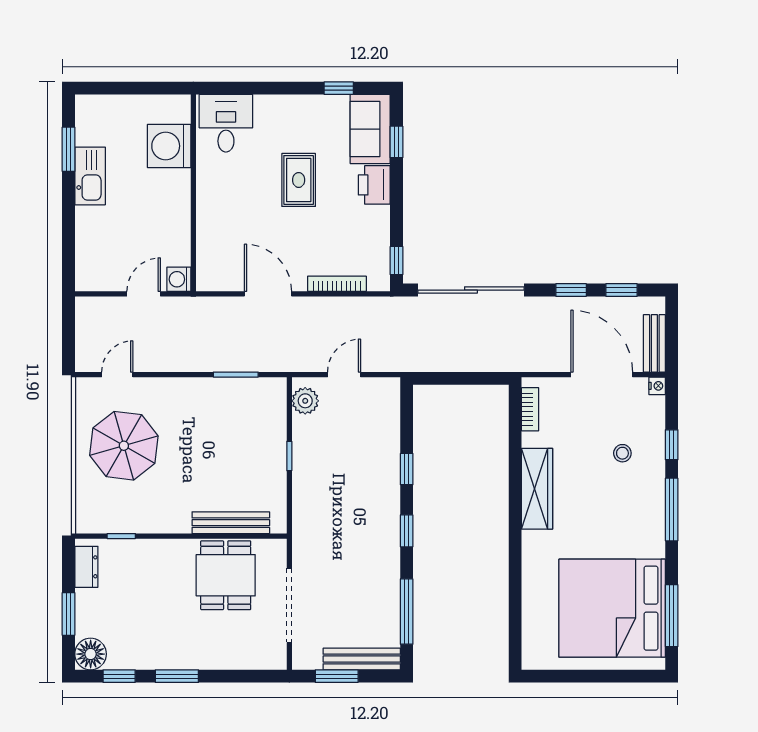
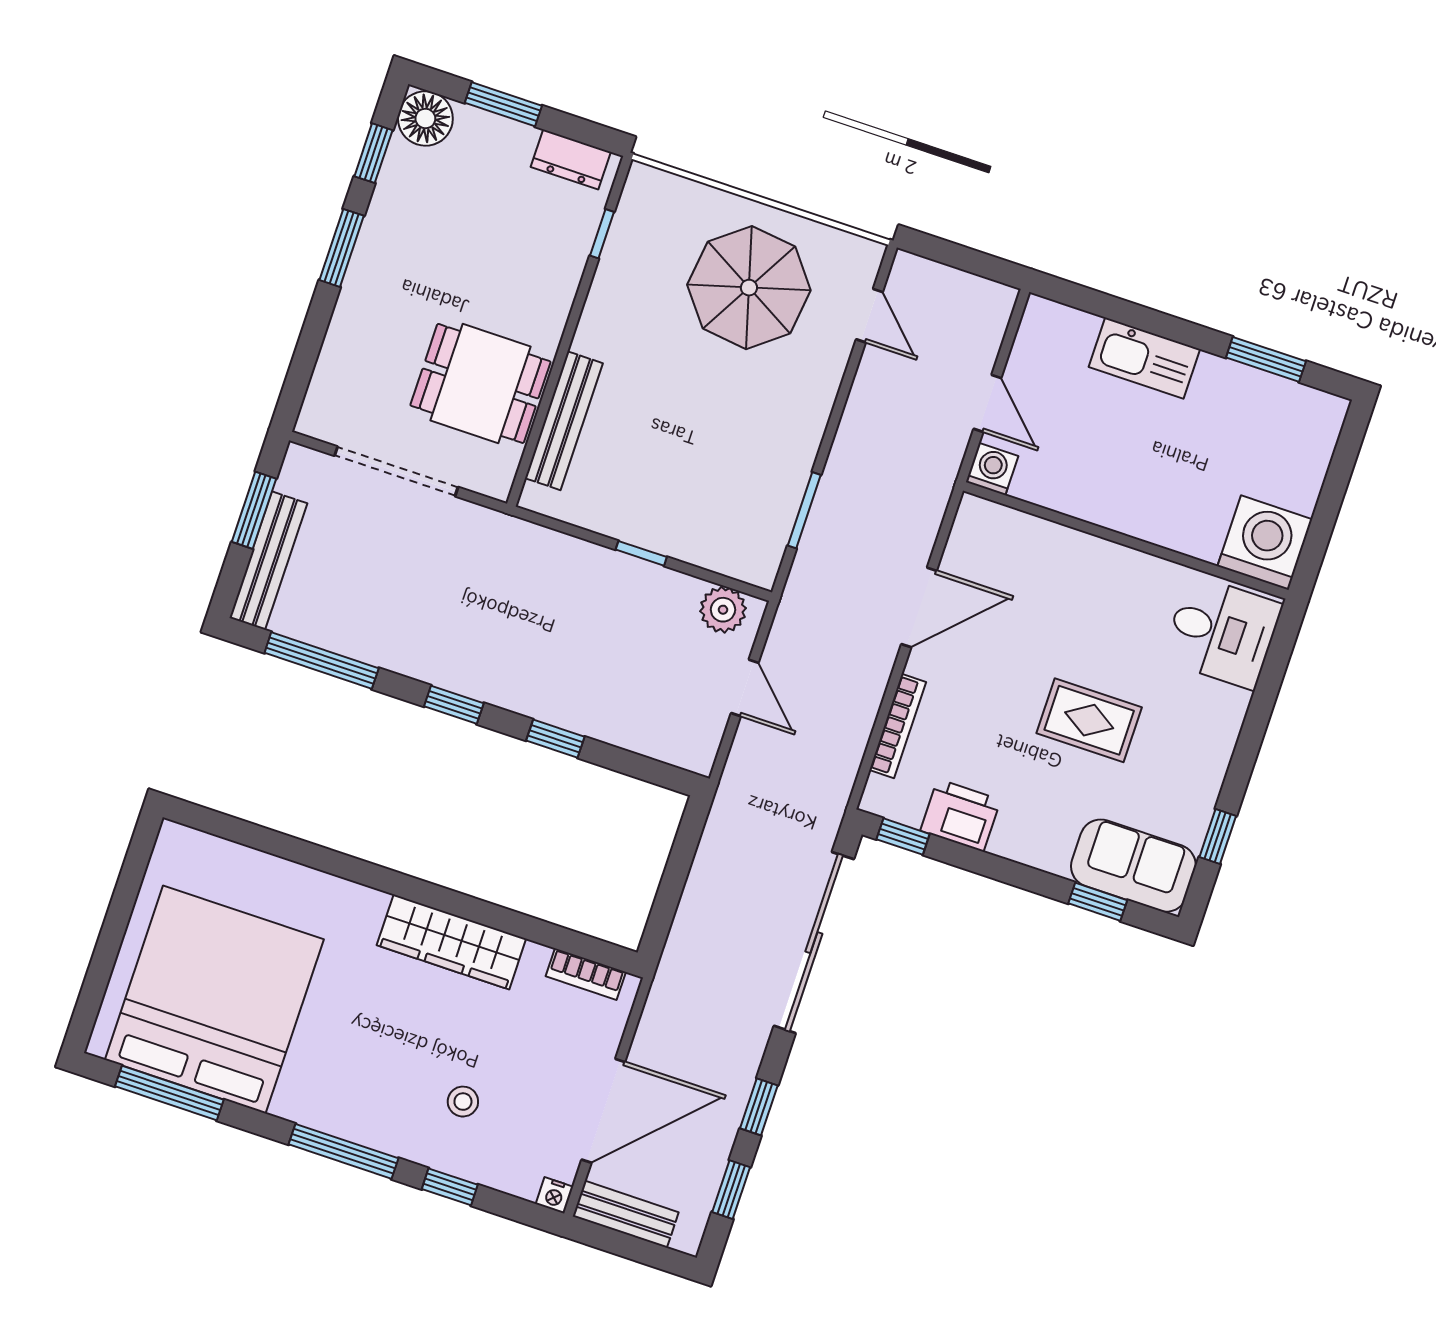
washing machine: (169, 146) -> (1265, 543), moved
kitchen sink: (90, 176) -> (1144, 358), moved
printer: (374, 185) -> (960, 815), moved

